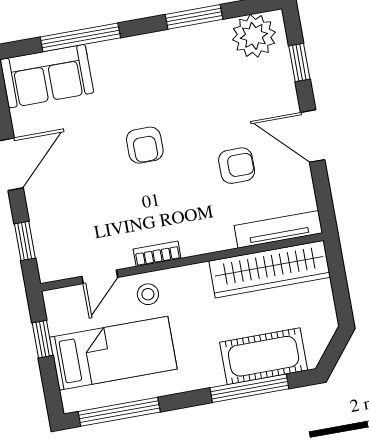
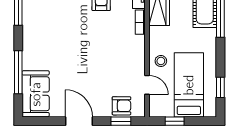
armchair: (145, 145) -> (121, 106), moved
bookcase: (157, 254) -> (140, 22), moved
window: (119, 412) -> (220, 87), width x0.46

